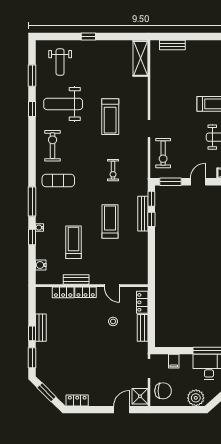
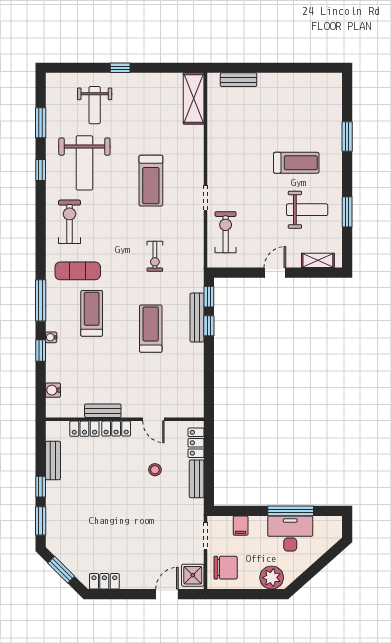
weight bench: (60, 62) -> (95, 105), moved
weight bench: (63, 104) -> (84, 163), turned -90
exercise bike: (163, 153) -> (226, 232), turned 180
window: (170, 182) -> (236, 273), removed
treadmill: (74, 242) -> (92, 313), moved
bench: (41, 328) -> (53, 461), moved

